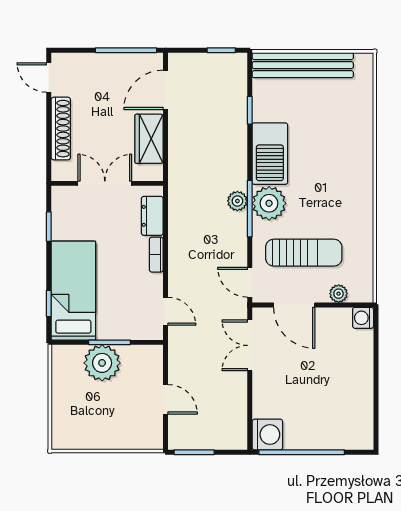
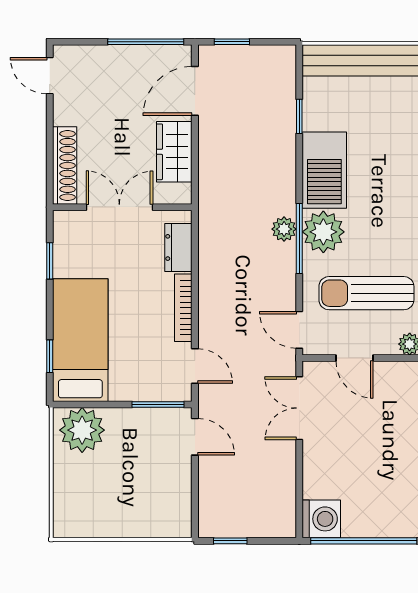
window: (221, 50) -> (232, 42), moved
shoe rack: (61, 129) -> (65, 165), moved
sun lounger: (304, 253) -> (366, 293), turned 180
bookcase: (156, 255) -> (183, 308), width x1.56
door: (294, 305) -> (355, 358), width x0.73
window: (110, 342) -> (158, 405), moved
plant: (102, 363) -> (82, 430), moved
door: (166, 399) -> (195, 437), moved
window: (194, 452) -> (230, 541), width x0.67

